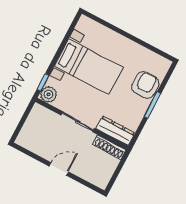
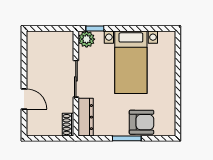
shoe rack: (109, 147) -> (68, 125), width x0.70
door: (59, 169) -> (24, 99), moved

